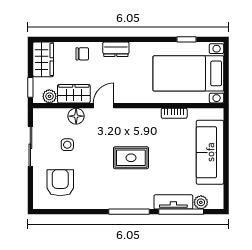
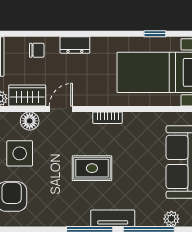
bookcase: (174, 113) -> (108, 118), moved
side table: (67, 145) -> (20, 153), width x1.87, depth x1.87
tv unit: (173, 202) -> (113, 218), moved

